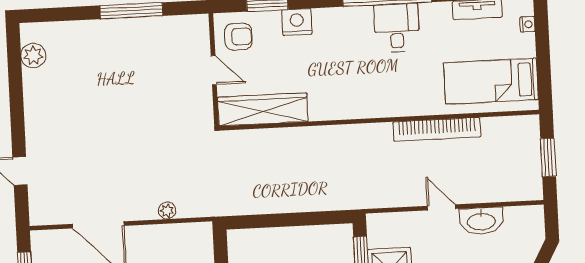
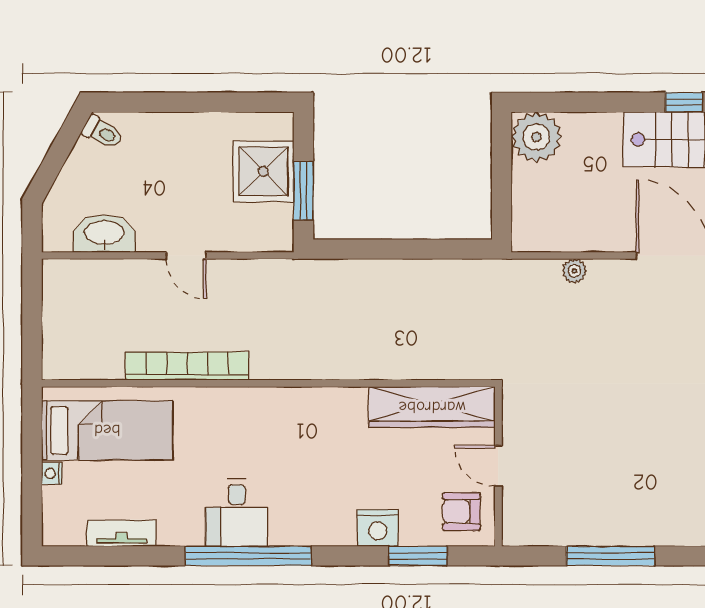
nightstand: (527, 24) -> (52, 473), moved
window: (548, 157) -> (32, 319), removed
washbasin: (481, 221) -> (104, 234), moved

